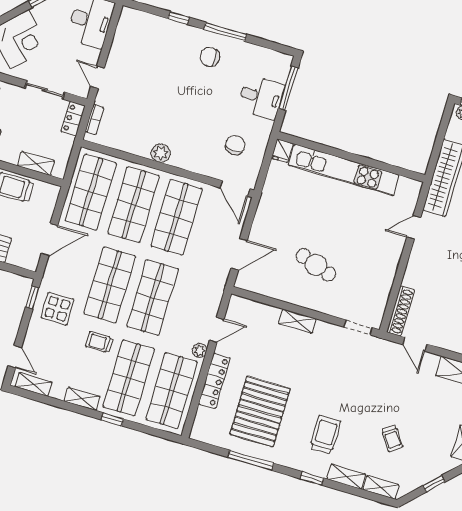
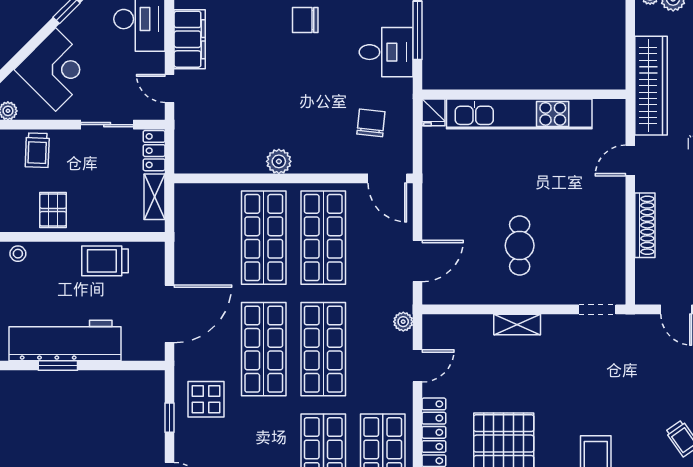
filing cabinet: (122, 46) -> (190, 39), added
bookcase: (95, 120) -> (182, 144), removed
shelving: (36, 163) -> (155, 197), moved, turned 90
shop shelf: (91, 192) -> (204, 238), removed
door: (49, 239) -> (170, 314), width x1.36
cafe table: (316, 265) -> (520, 246), turned 71
window: (32, 298) -> (170, 418), moved
shoe rack: (400, 311) -> (645, 225), moved
trolley: (99, 342) -> (272, 426), removed
plant: (199, 350) -> (403, 322), moved

